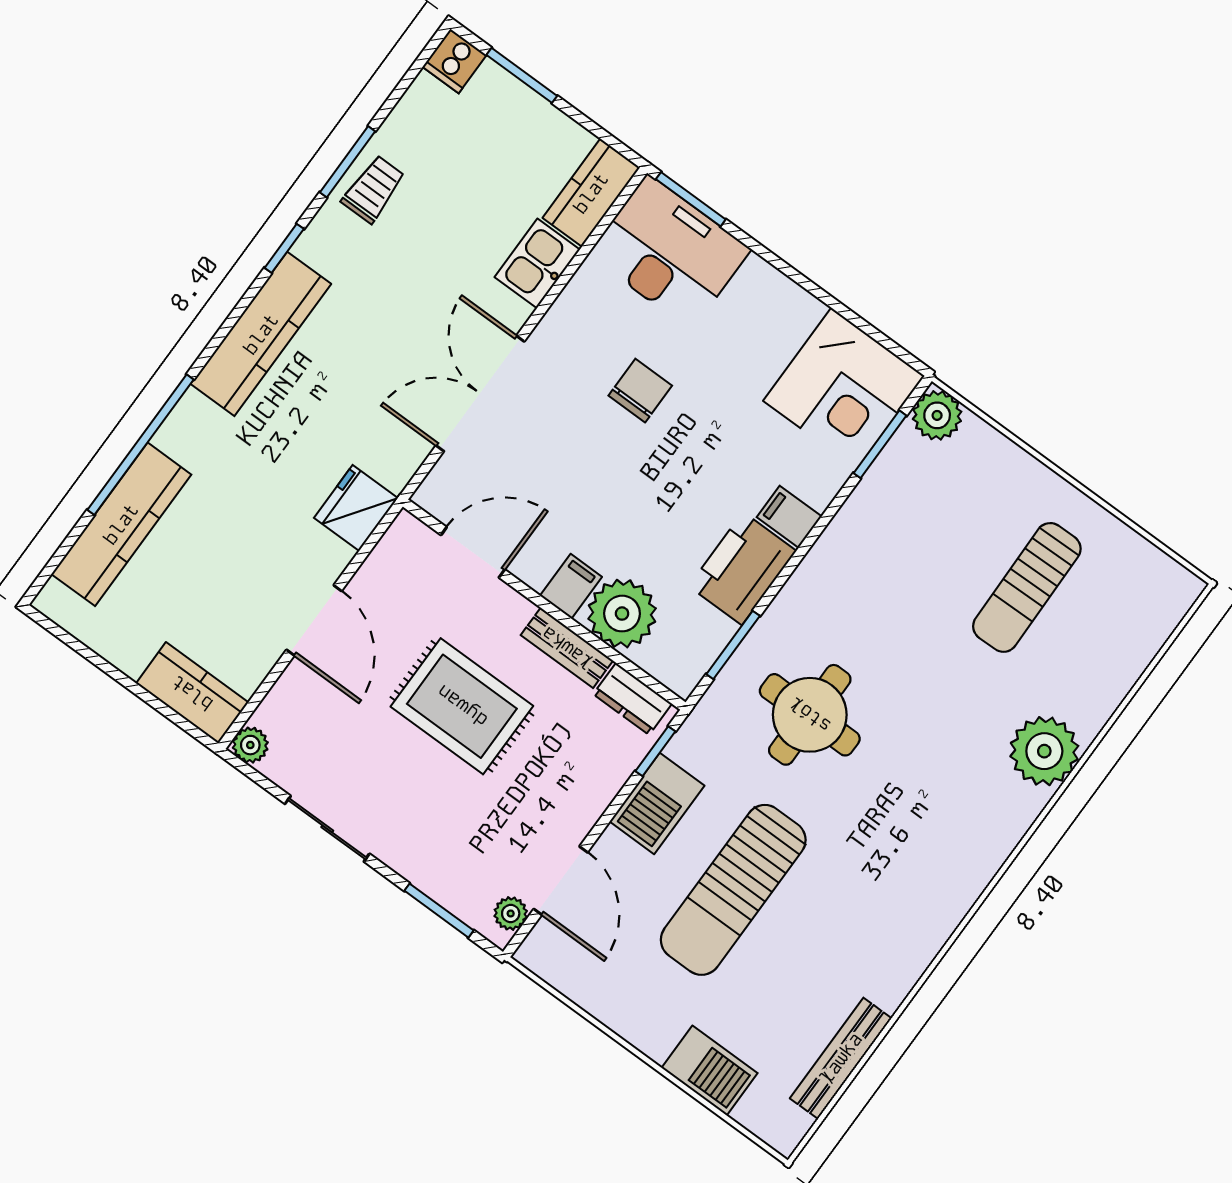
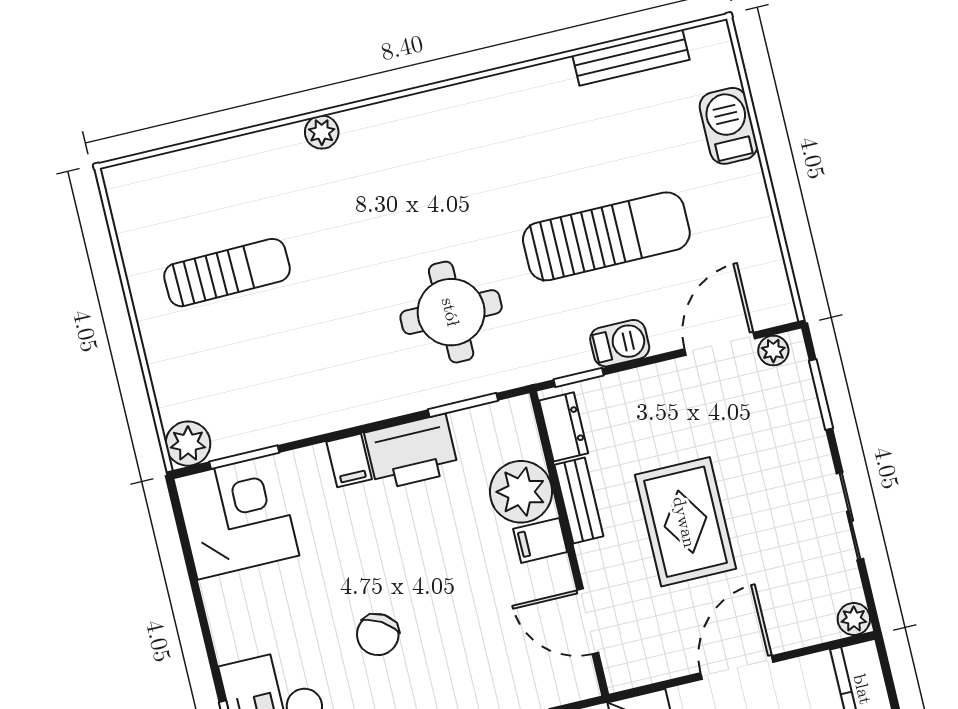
chair: (640, 391) -> (378, 635), turned -58
plant: (1044, 751) -> (322, 132), width x0.53, depth x0.53
barbecue: (657, 804) -> (620, 343), width x0.73, depth x0.79

